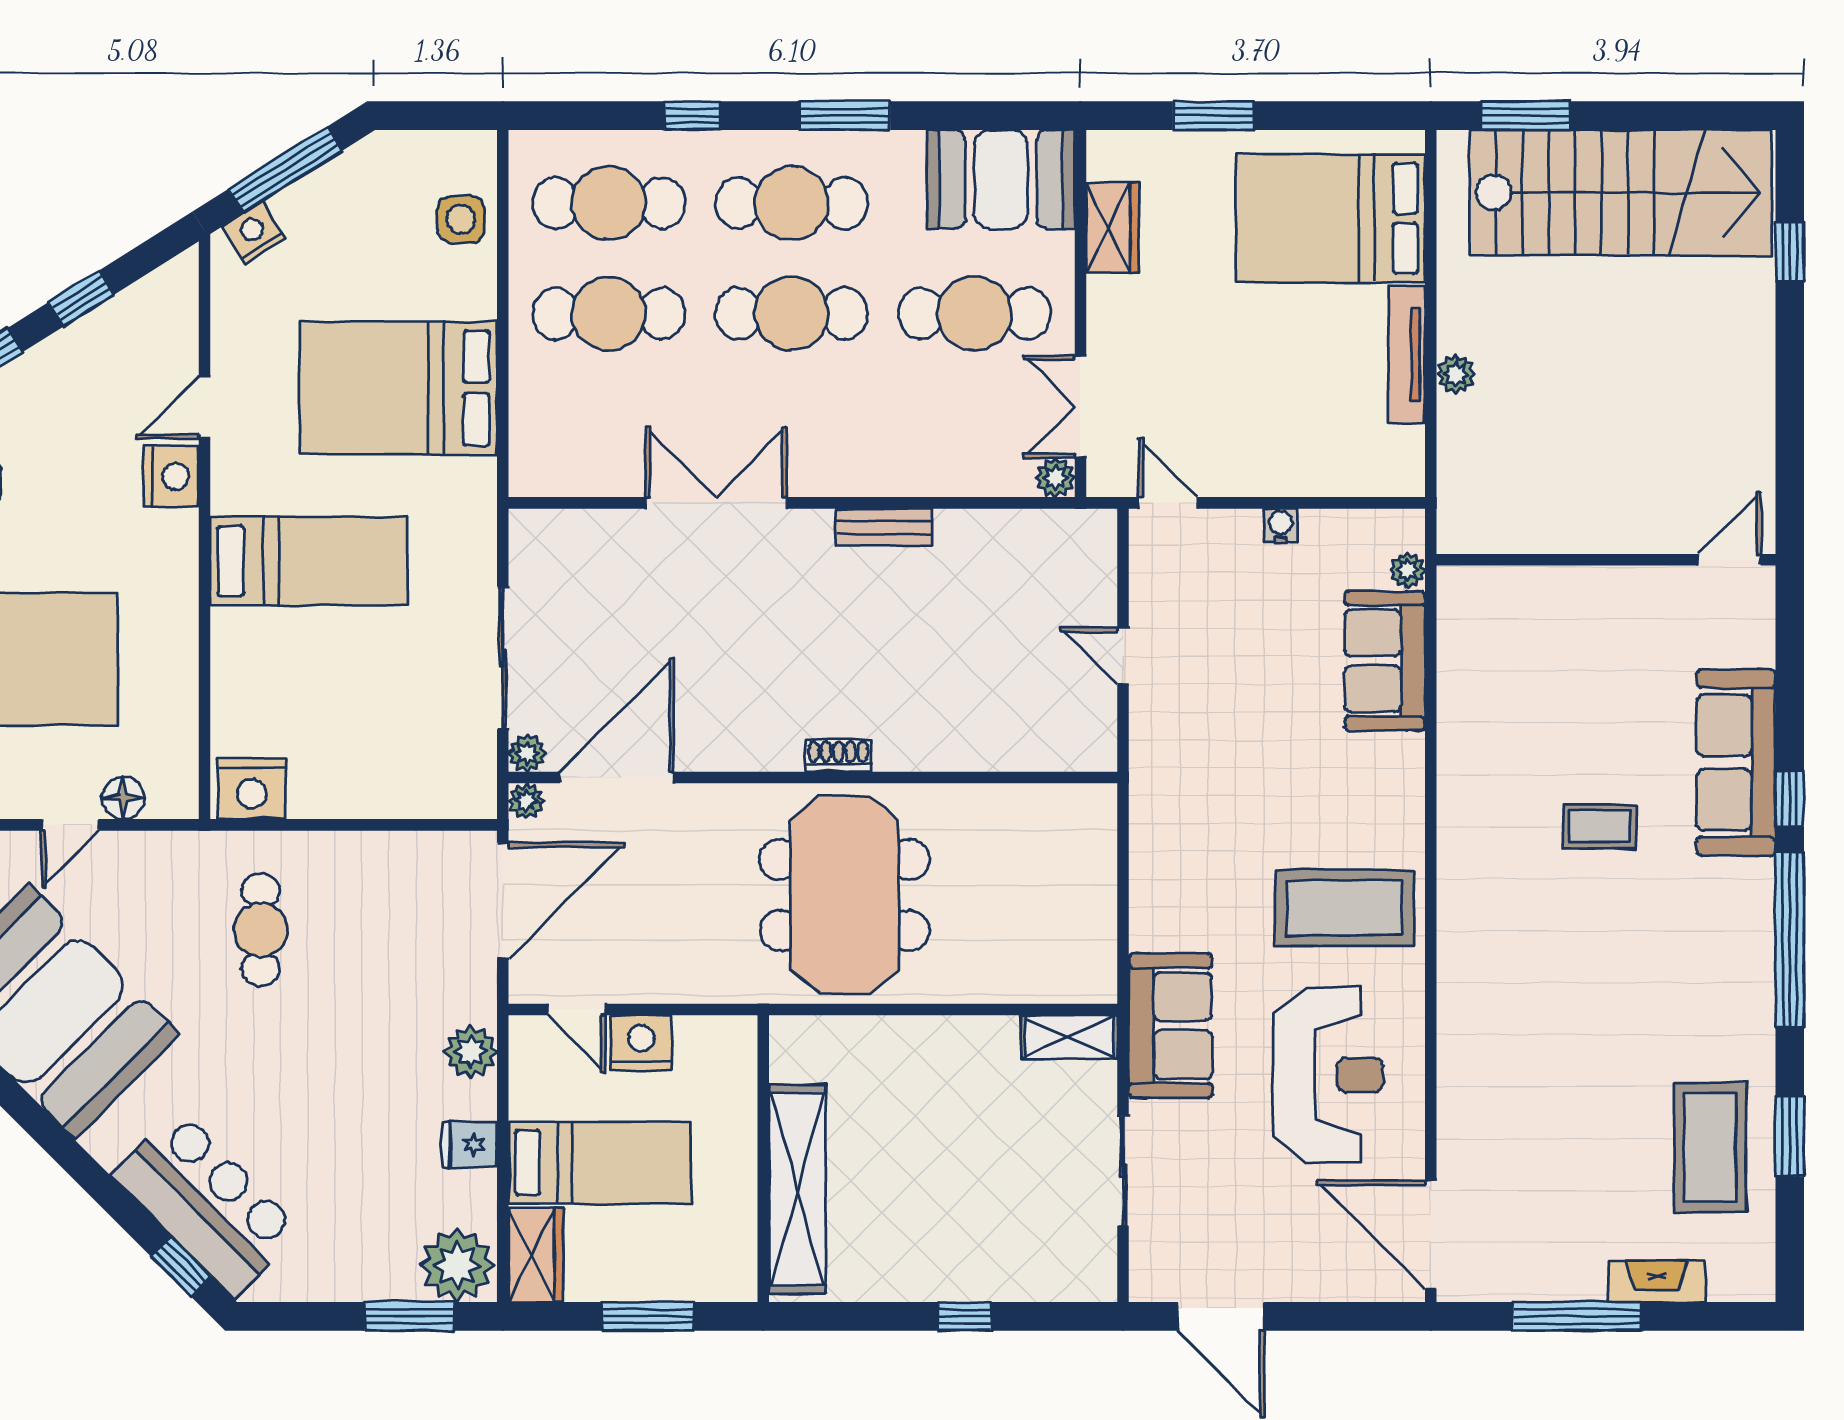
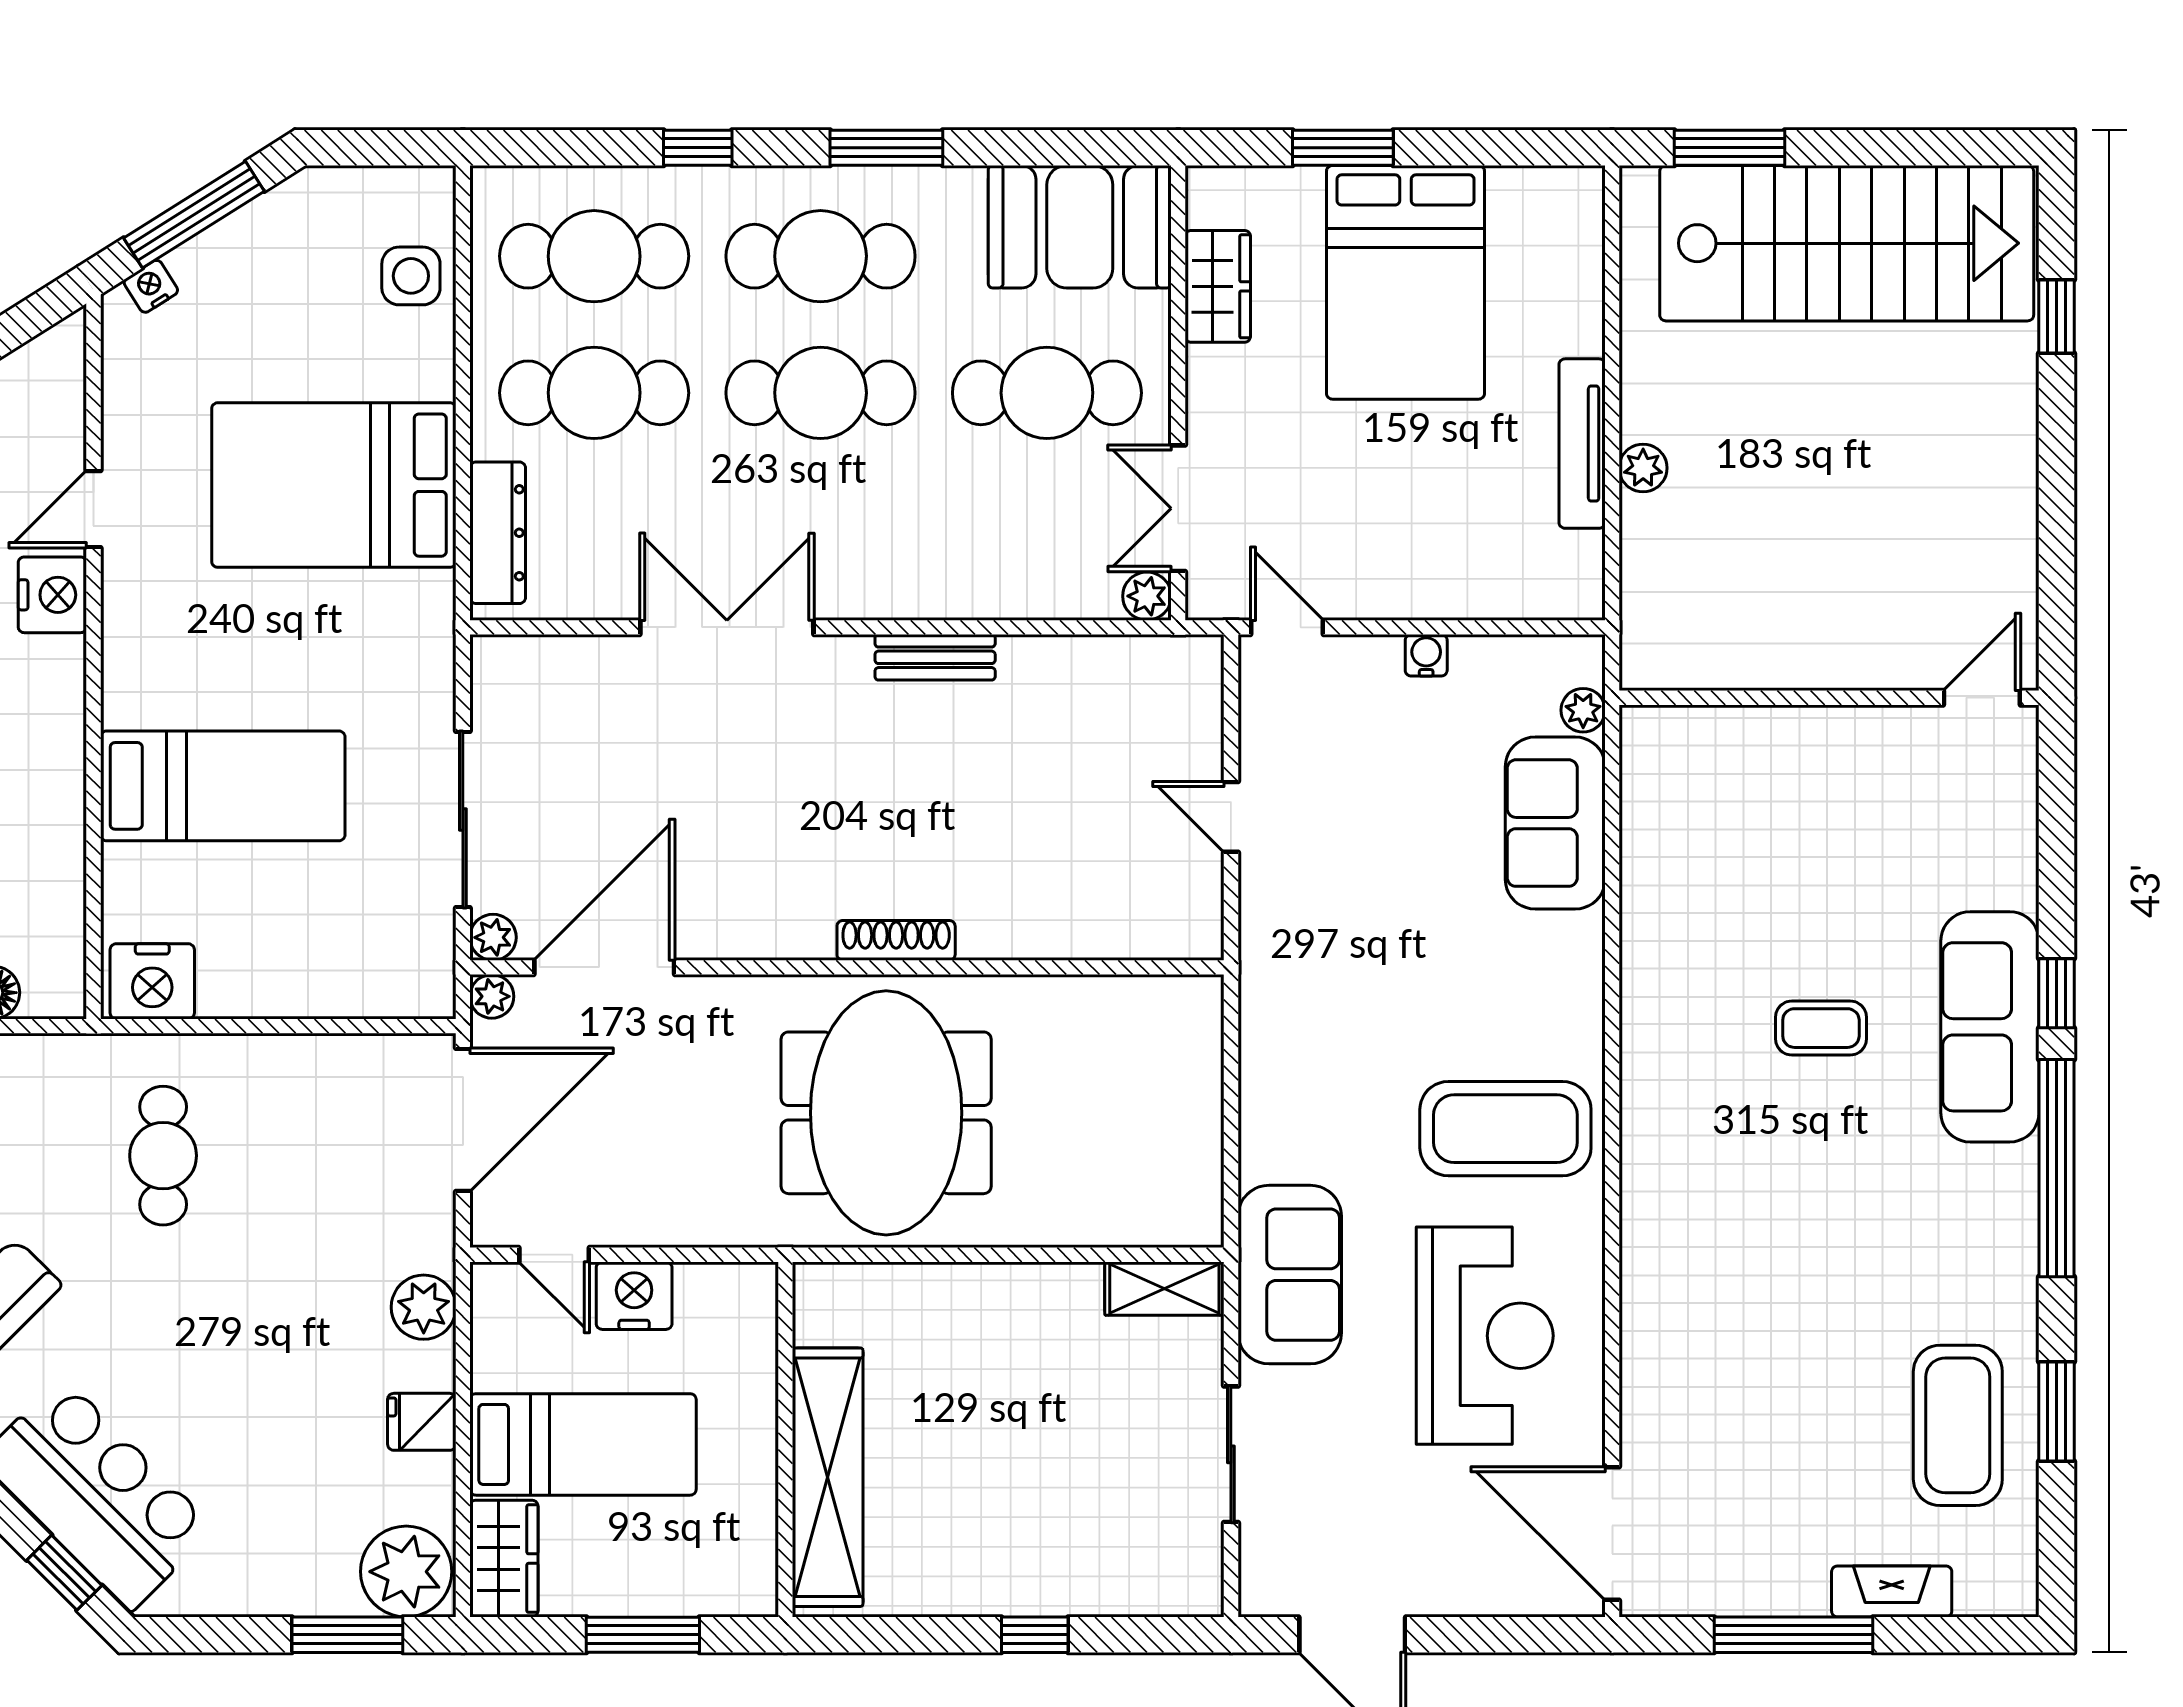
bed: (1331, 218) -> (1406, 282), moved, turned -90
nightstand: (254, 232) -> (151, 286), width x0.72, depth x0.74
dresser: (531, 427) -> (498, 533), added
bed: (309, 561) -> (223, 786), moved
shoe rack: (838, 756) -> (896, 940), width x1.43
sofa: (1736, 763) -> (1990, 1027), moved

